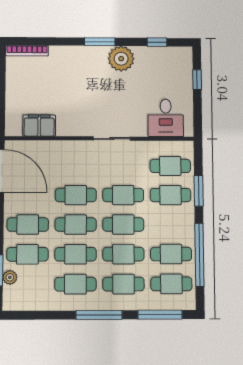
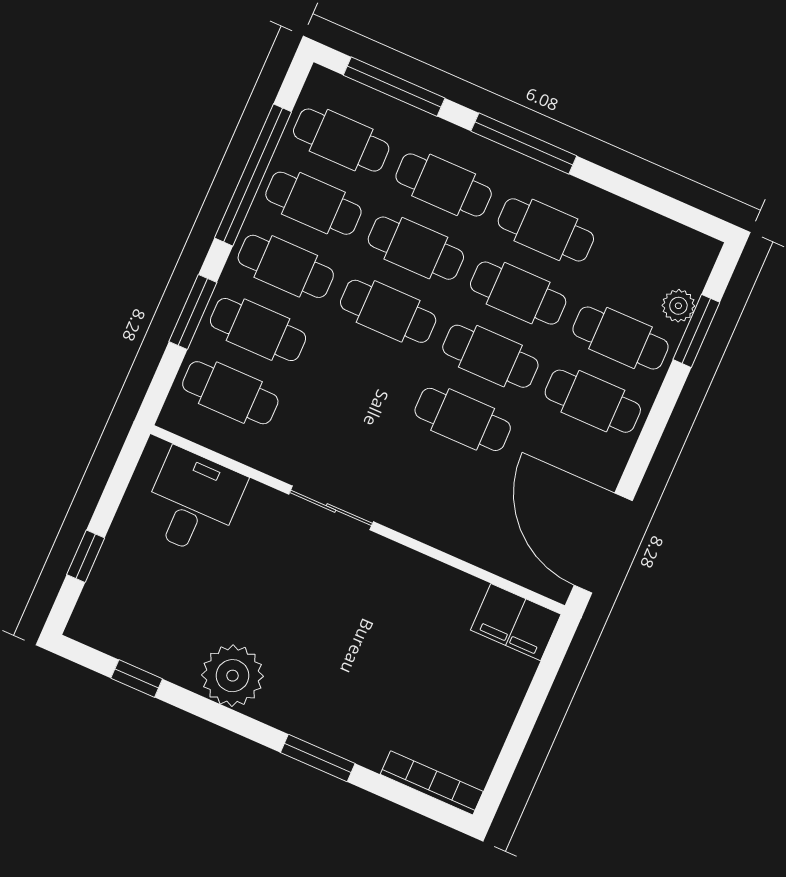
window: (100, 42) -> (318, 758), moved
filing cabinet: (39, 126) -> (516, 622), moved
cafe table: (123, 195) -> (286, 266), moved

